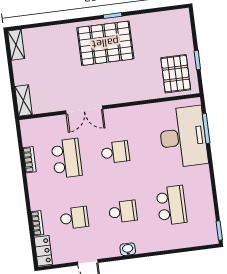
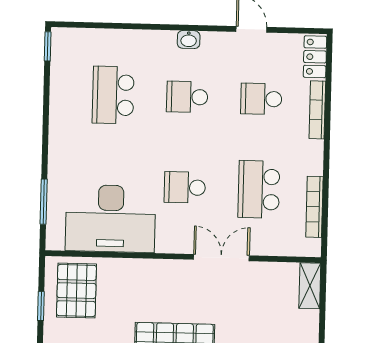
desk: (183, 137) -> (111, 219), moved, turned -90
bookcase: (29, 160) -> (314, 207), width x1.56
bookcase: (37, 223) -> (317, 110), width x1.56

